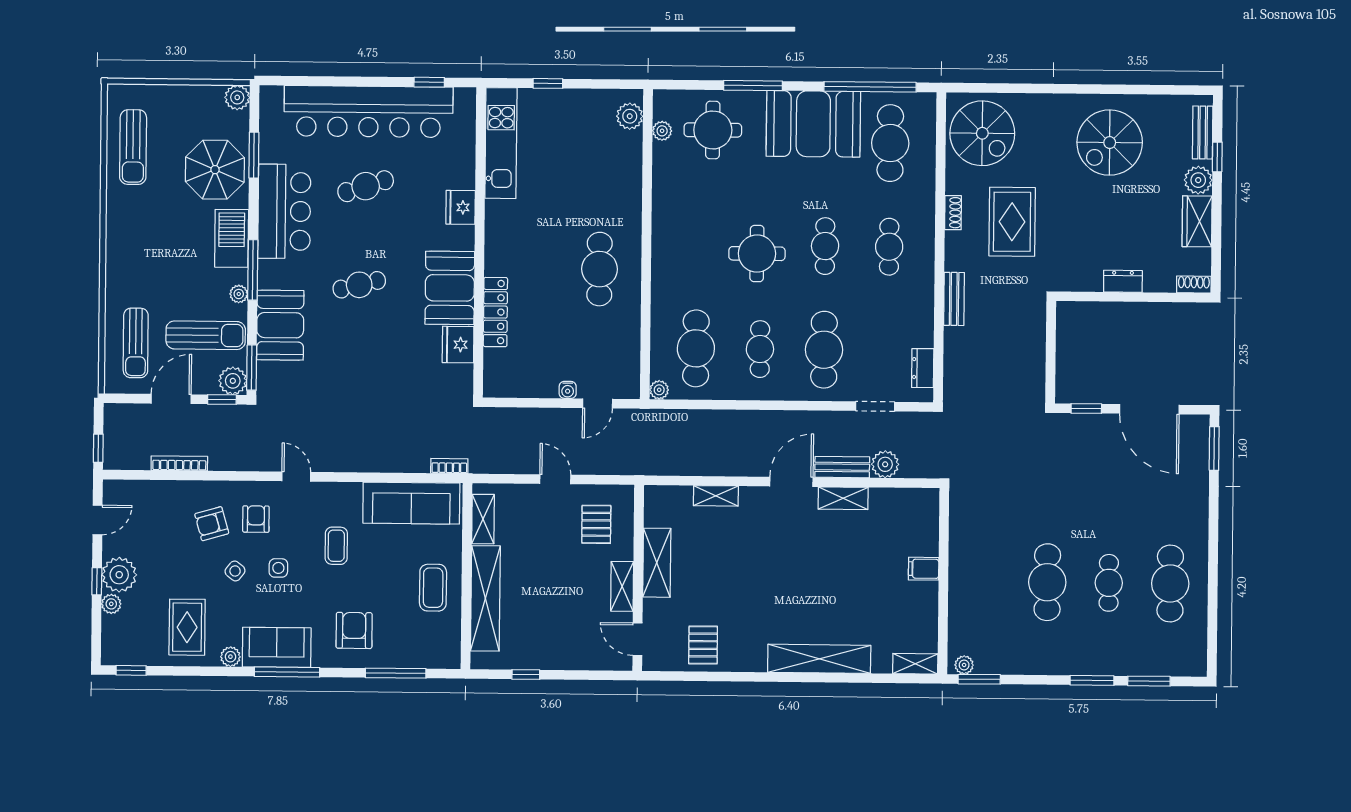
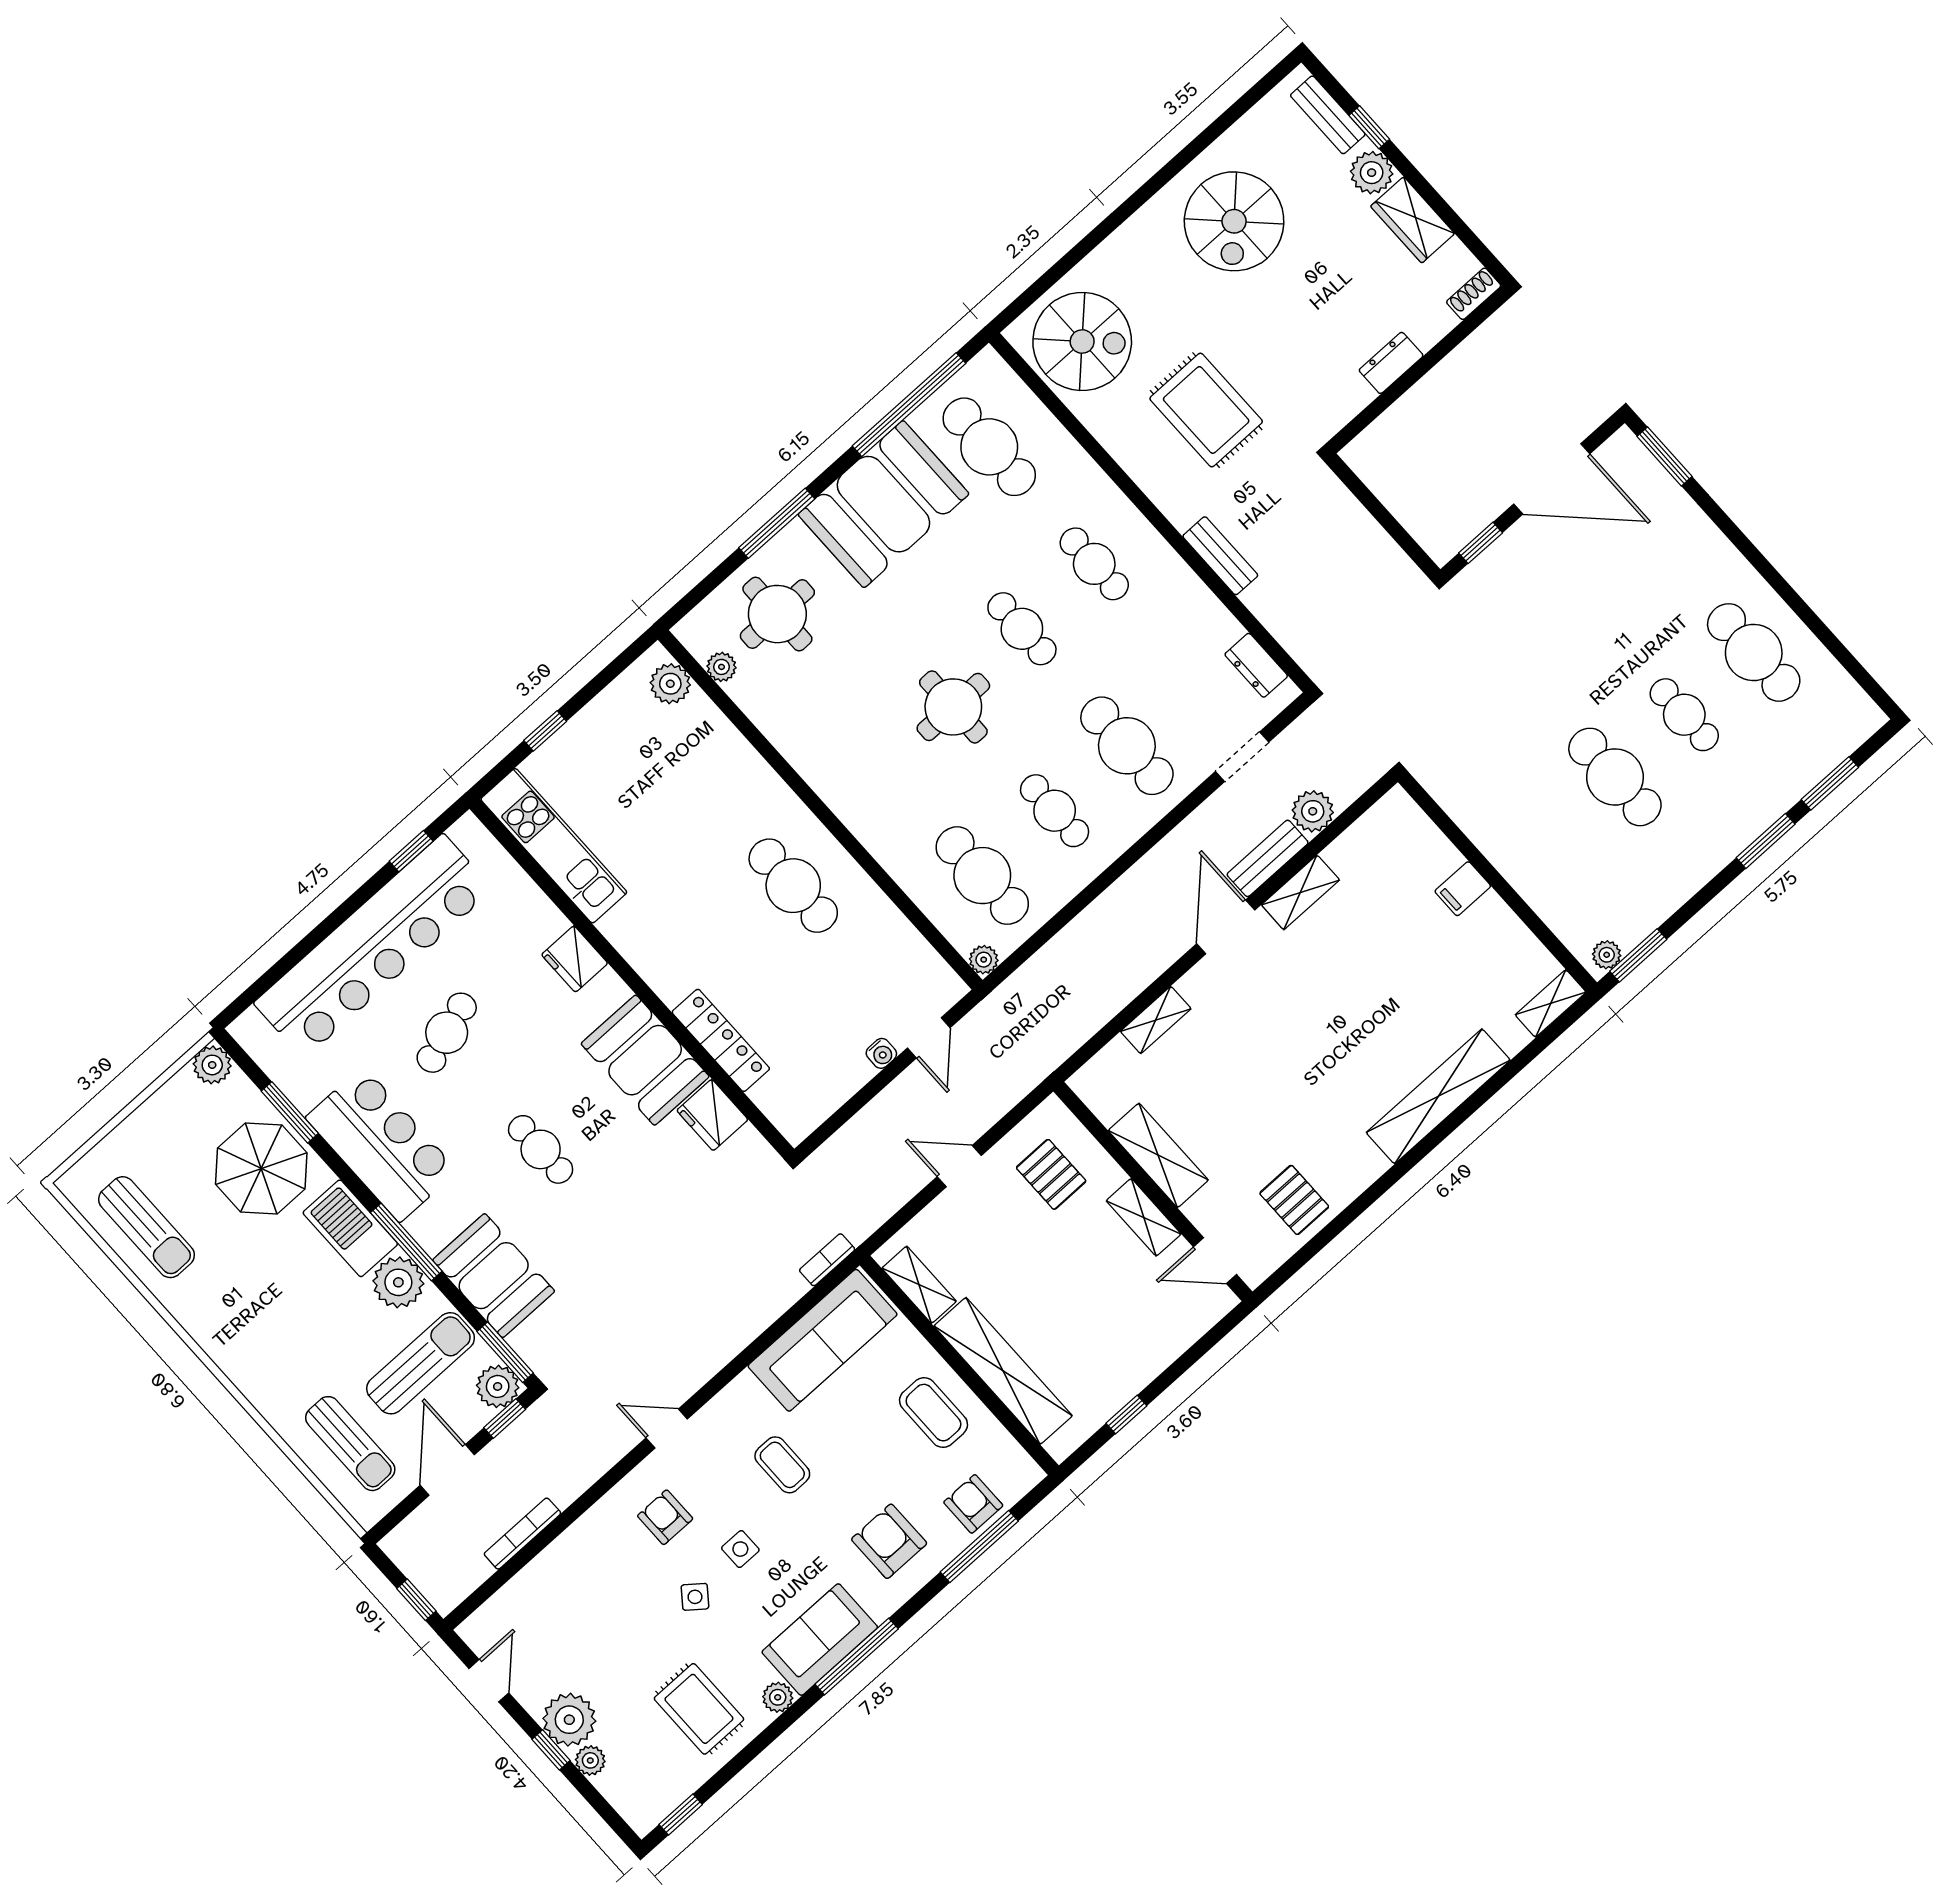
shoe rack: (953, 213) -> (1131, 460), removed
cafe table: (359, 285) -> (541, 1149), turned -76
plant: (239, 294) -> (398, 1282), width x1.88, depth x1.88
armchair: (212, 524) -> (973, 1504), moved, turned 106

